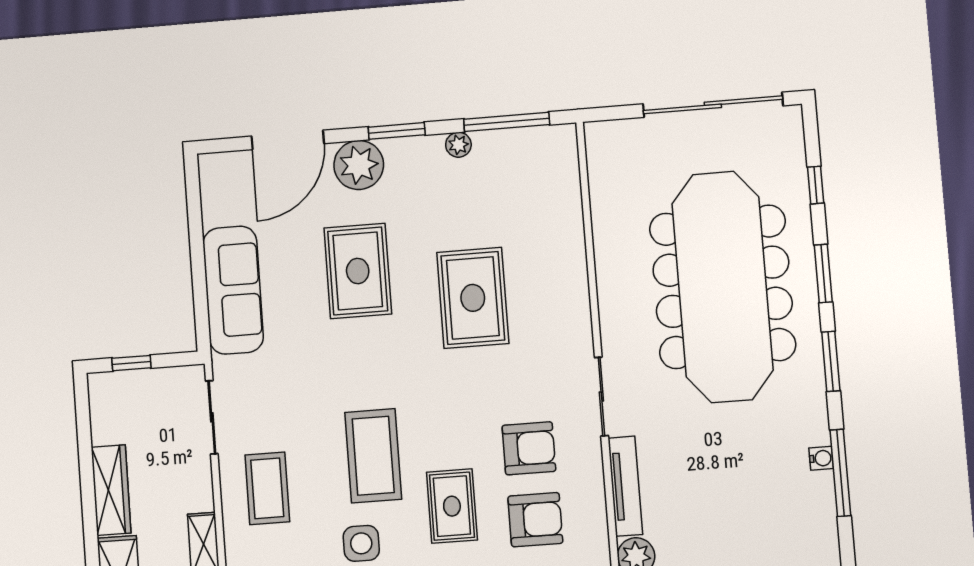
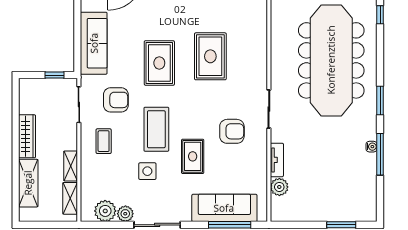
rug: (358, 271) -> (159, 63), moved
window: (823, 273) -> (380, 58), removed
window: (131, 363) -> (55, 75), moved
tv unit: (625, 486) -> (277, 160), width x0.71
coffee table: (267, 488) -> (104, 141), width x0.73, depth x0.77
armchair: (535, 520) -> (116, 100), moved

